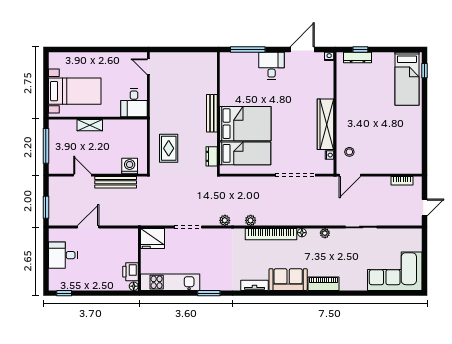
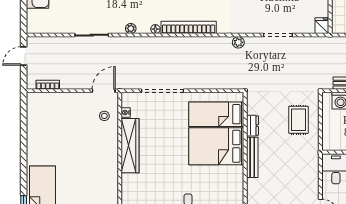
dresser: (212, 156) -> (252, 126), moved
plant: (251, 220) -> (211, 42), removed
fridge: (152, 238) -> (322, 26), width x0.53, depth x0.75

